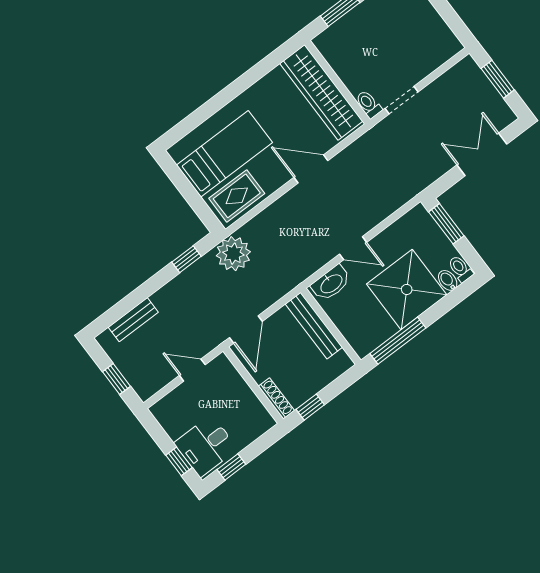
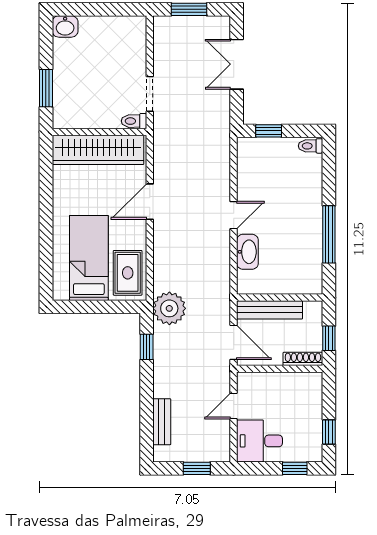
window: (446, 224) -> (269, 131), width x0.67
bidet: (448, 280) -> (312, 162), removed
shower: (407, 289) -> (295, 198), removed
bench: (314, 326) -> (270, 310), moved
wall: (331, 326) -> (280, 297), moved
desk: (206, 446) -> (259, 441), moved, turned 90

